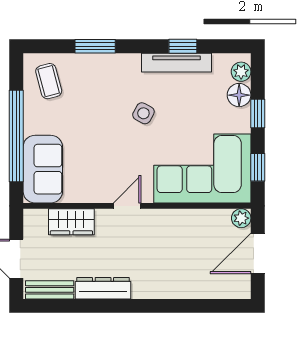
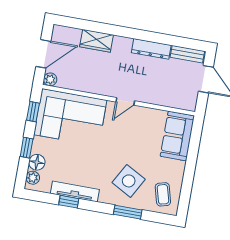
side table: (143, 113) -> (129, 181), moved, width x1.87, depth x1.87
window: (16, 136) -> (191, 161), removed
wardrobe: (71, 222) -> (96, 41), moved, turned 180

